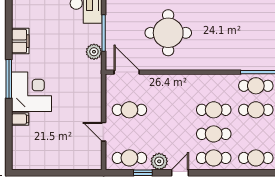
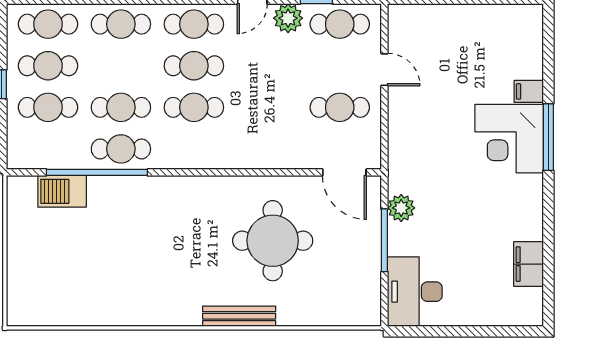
filing cabinet: (20, 41) -> (529, 264), moved
window: (9, 79) -> (548, 137), moved

